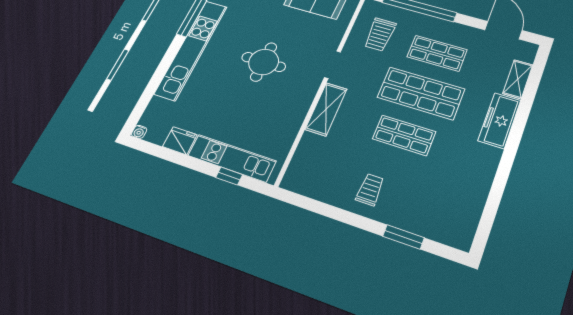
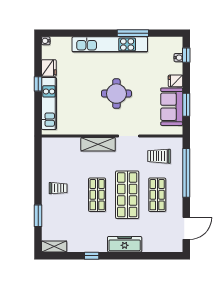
shelving: (518, 79) -> (54, 246), moved
window: (502, 175) -> (92, 256), added
window: (229, 176) -> (38, 84), moved

